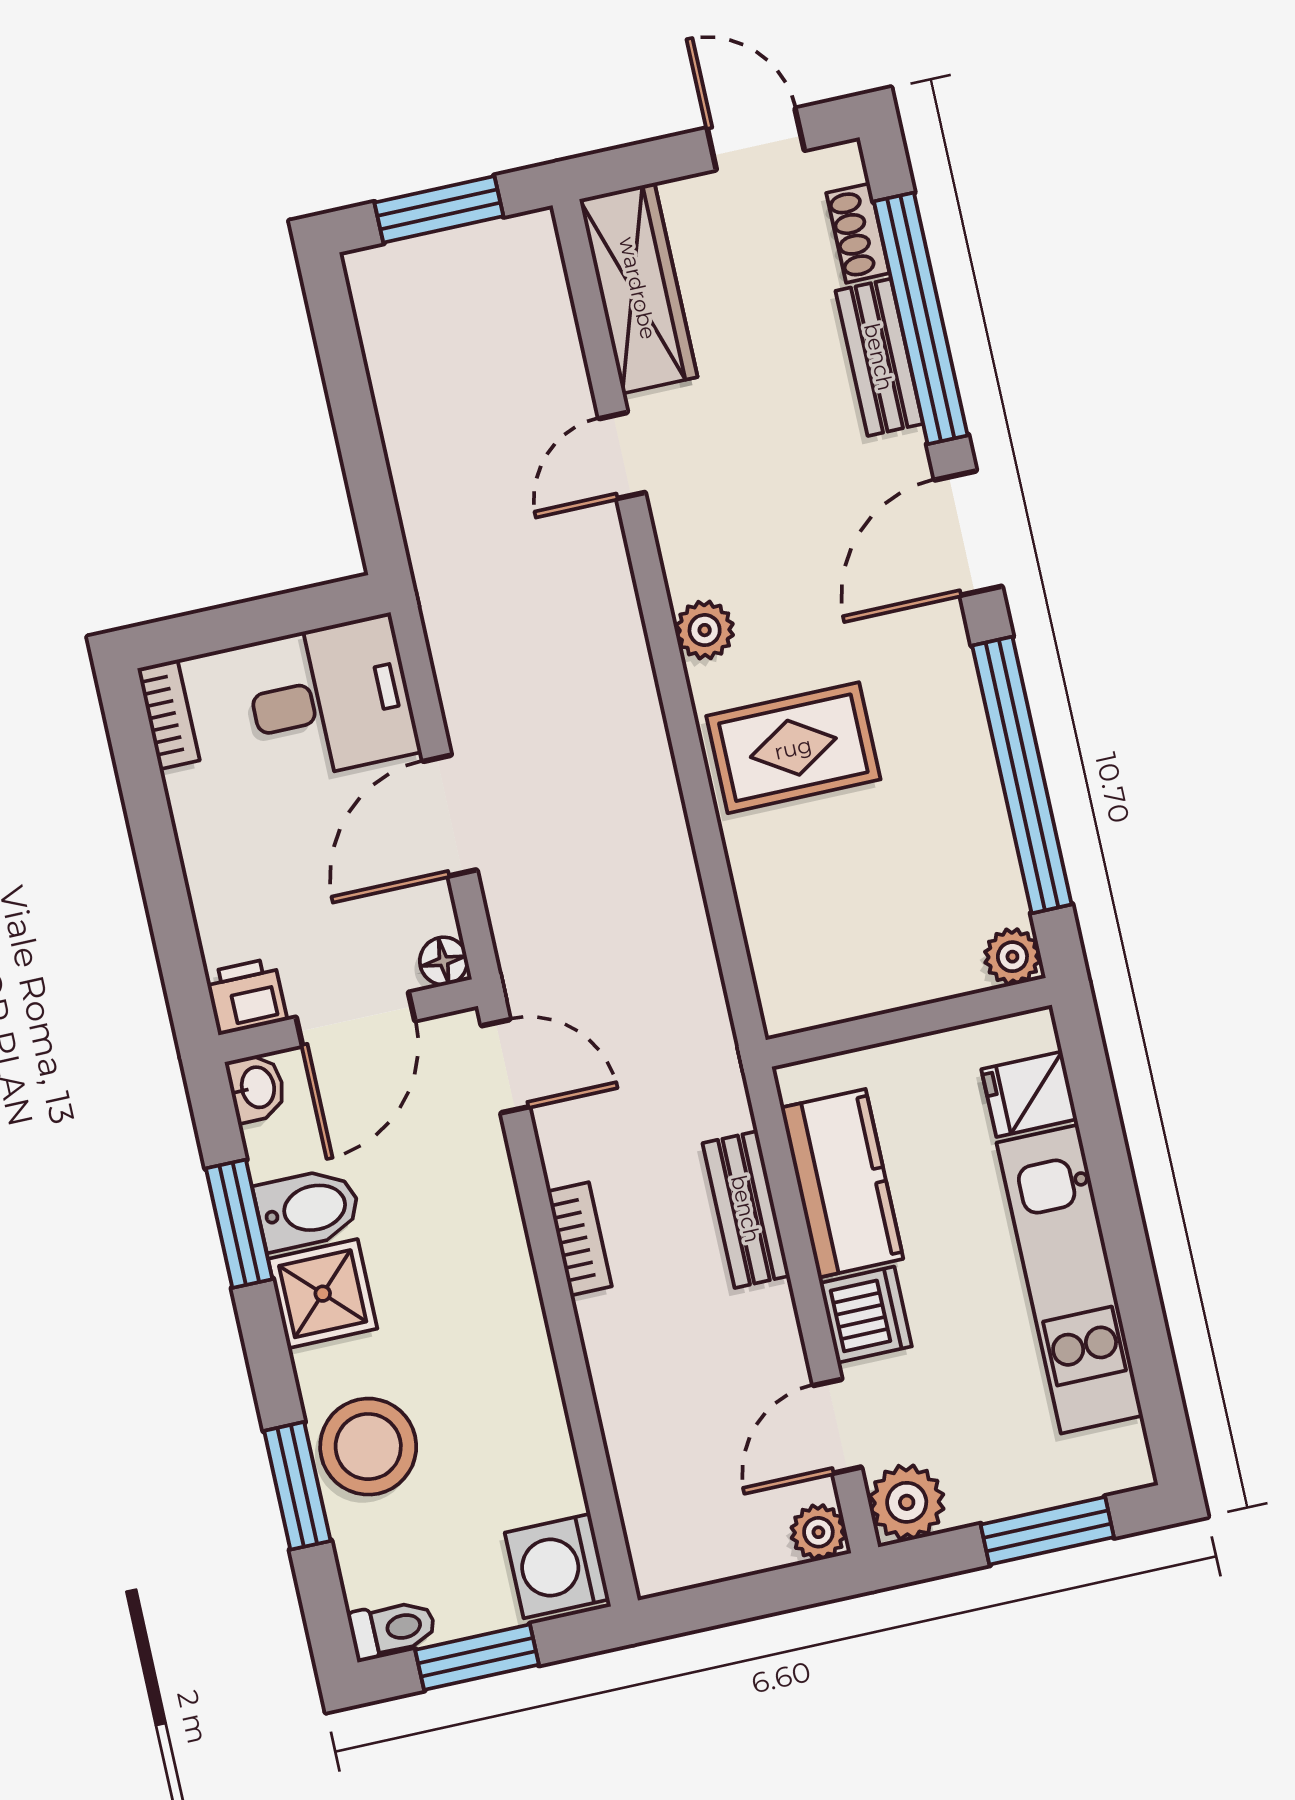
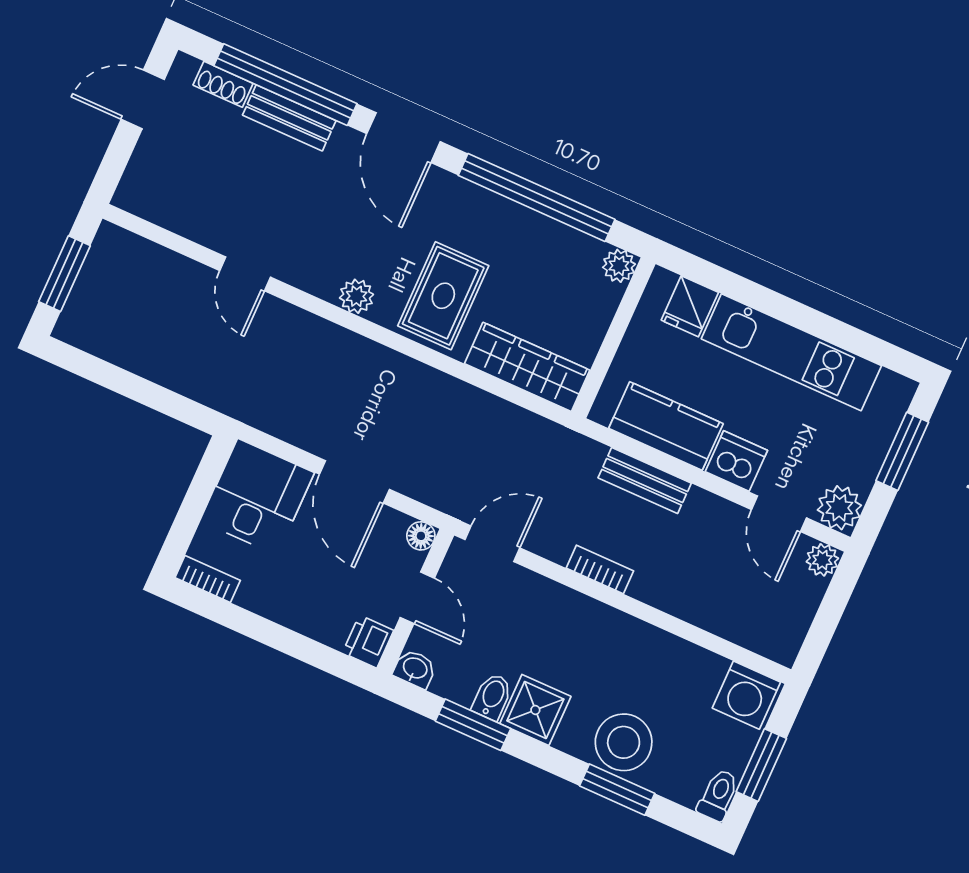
wardrobe: (638, 288) -> (527, 367), moved
door: (356, 1019) -> (417, 598), width x0.73
bidet: (308, 1209) -> (492, 697), width x0.72, depth x0.74

